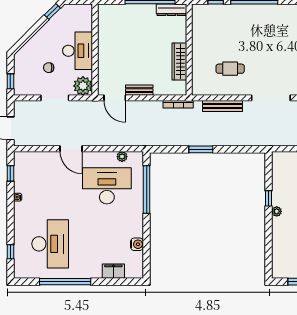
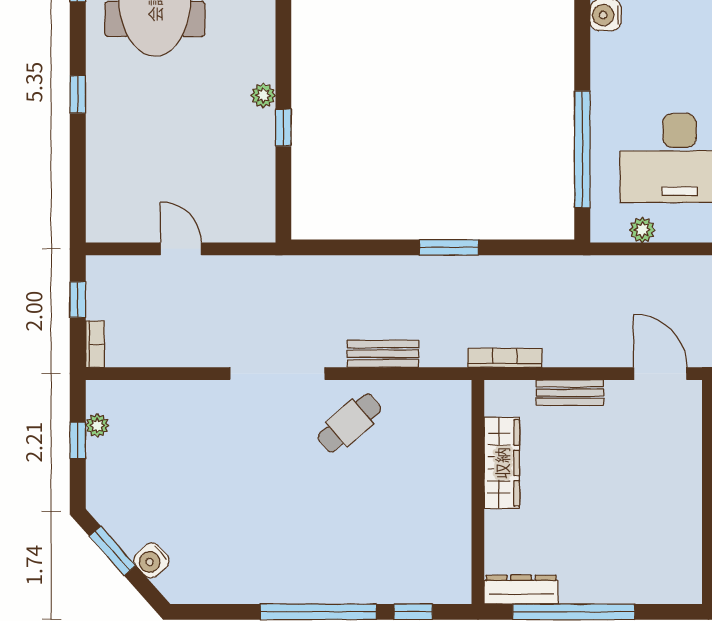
cafe table: (230, 69) -> (350, 423), moved, turned -41
bench: (139, 90) -> (570, 393), moved
bench: (223, 106) -> (383, 354), width x0.73

